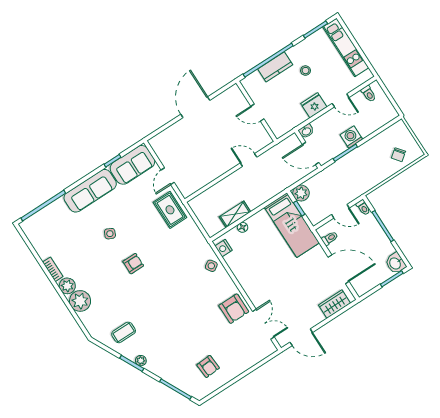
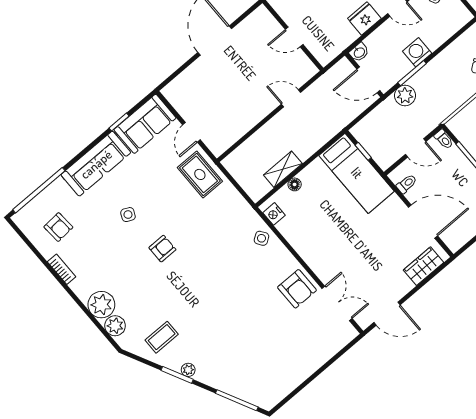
plant: (301, 193) -> (405, 95), moved
plant: (67, 286) -> (115, 326), moved
armchair: (208, 366) -> (58, 227), moved

